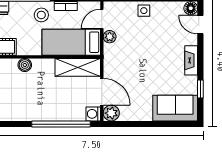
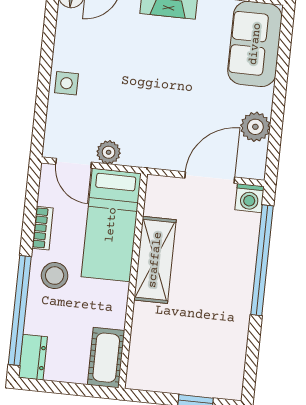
boiler: (25, 65) -> (145, 316), removed
shelving: (78, 67) -> (155, 260), moved
plant: (111, 113) -> (255, 127), moved

